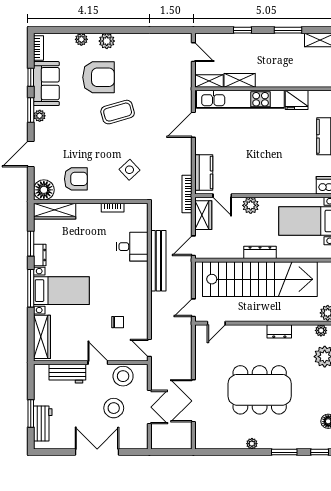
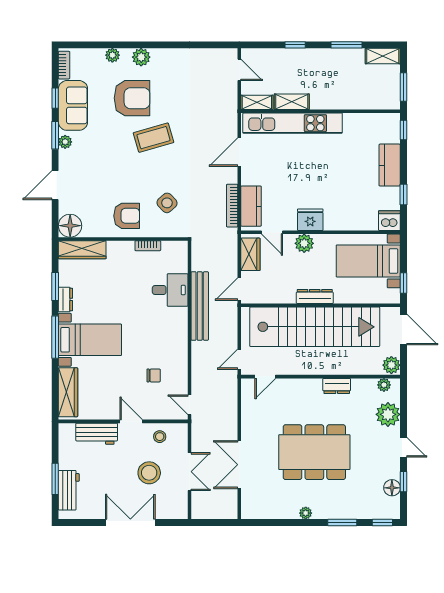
fridge: (297, 100) -> (310, 220), moved, turned 180
armchair: (76, 179) -> (127, 216), moved
bookcase: (187, 194) -> (232, 206), moved
stool: (123, 376) -> (160, 437), width x0.53, depth x0.53

